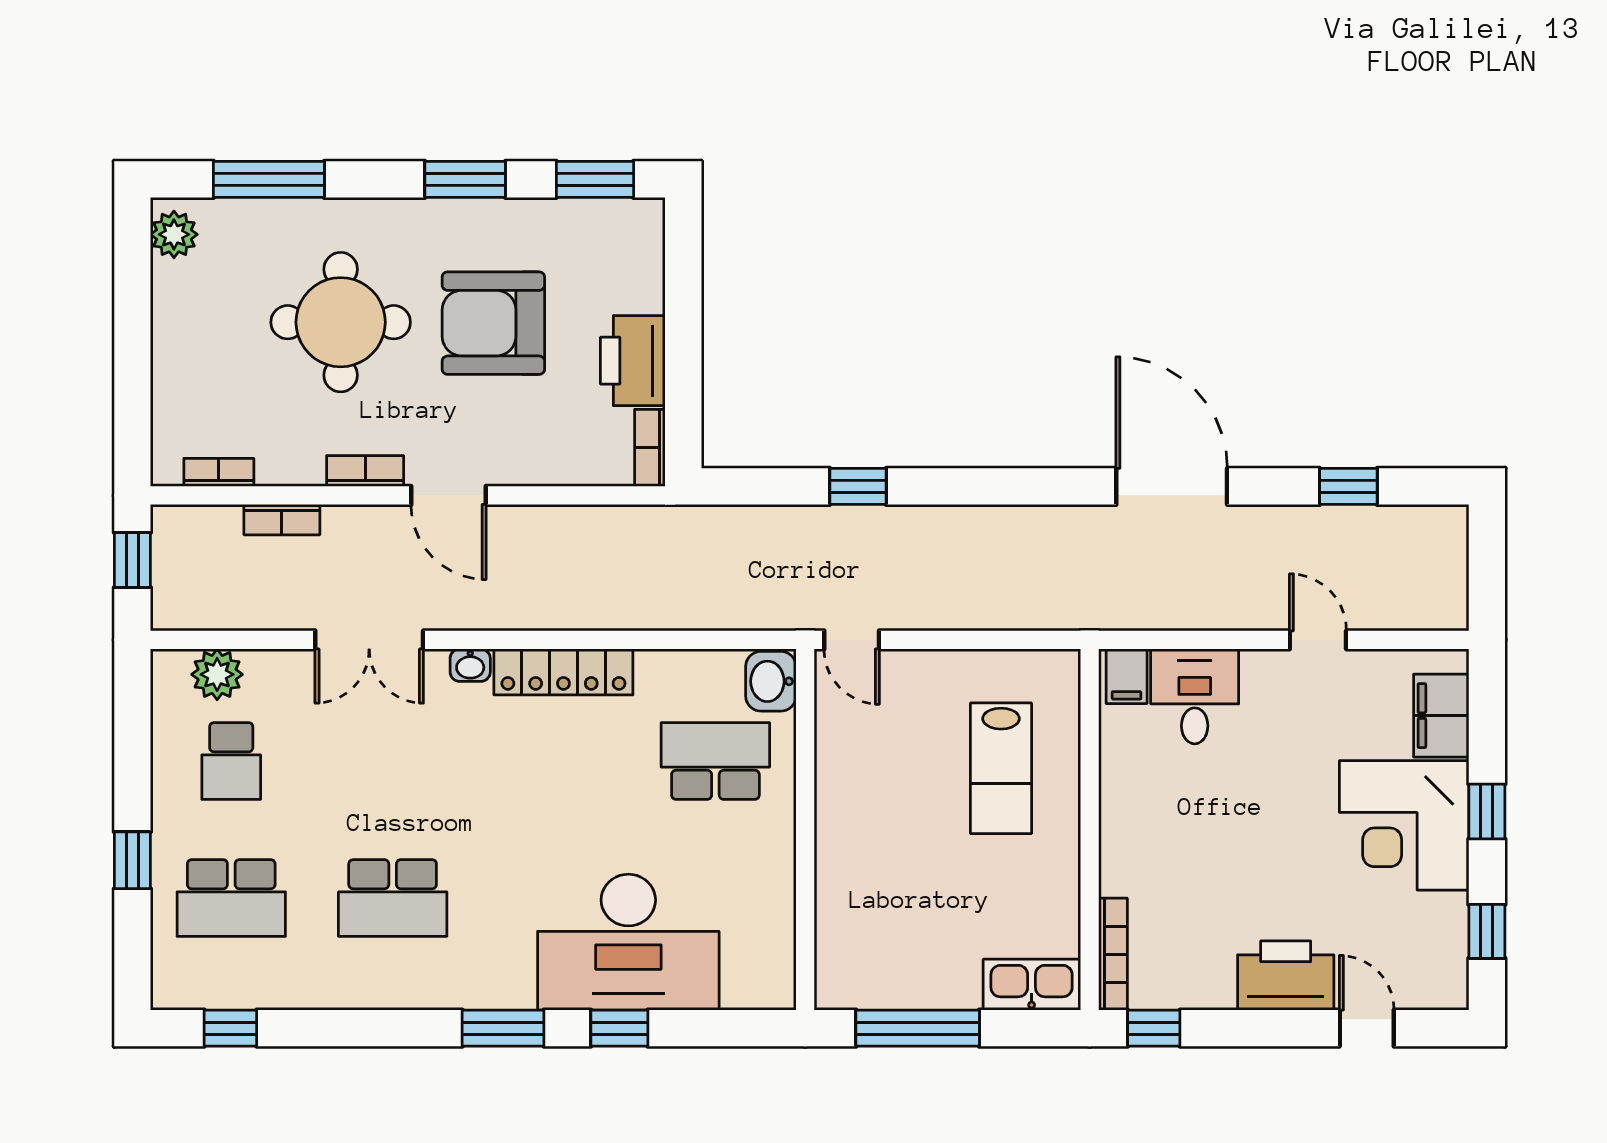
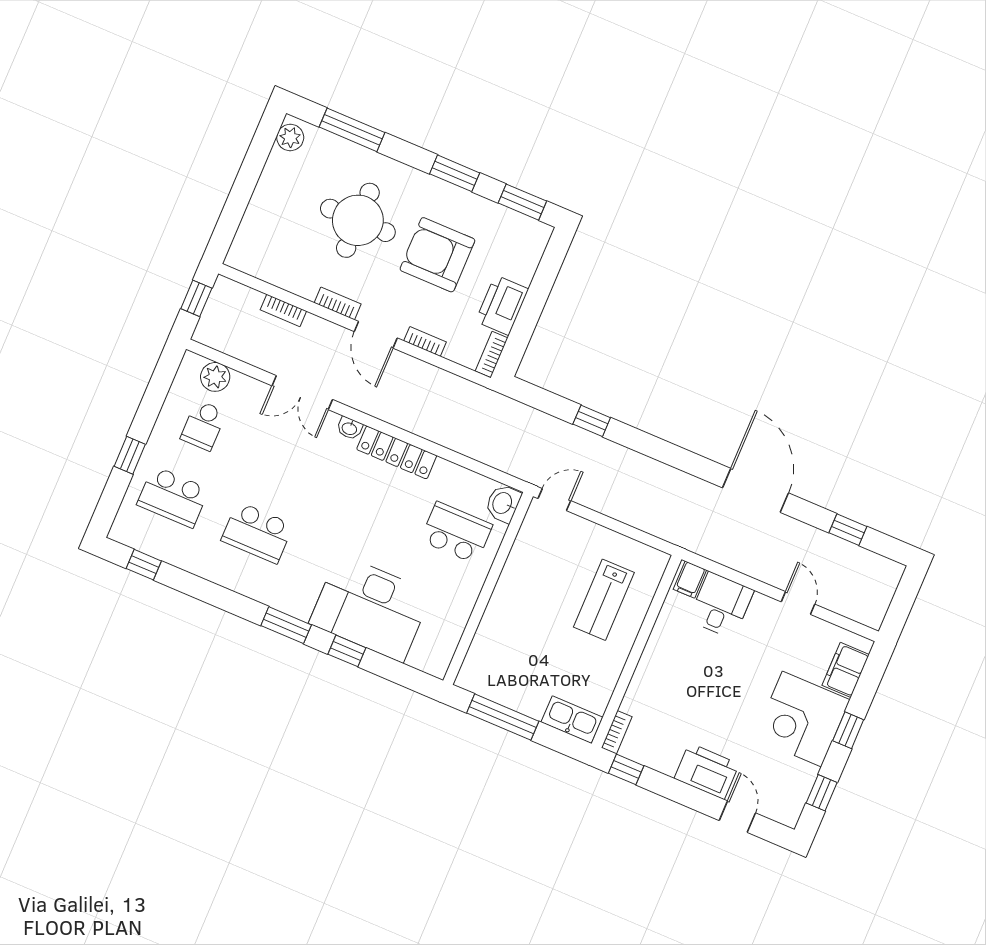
bookcase: (219, 472) -> (425, 341), moved
door: (852, 640) -> (554, 500), swing flipped
bookcase: (1113, 954) -> (617, 732), width x0.64

